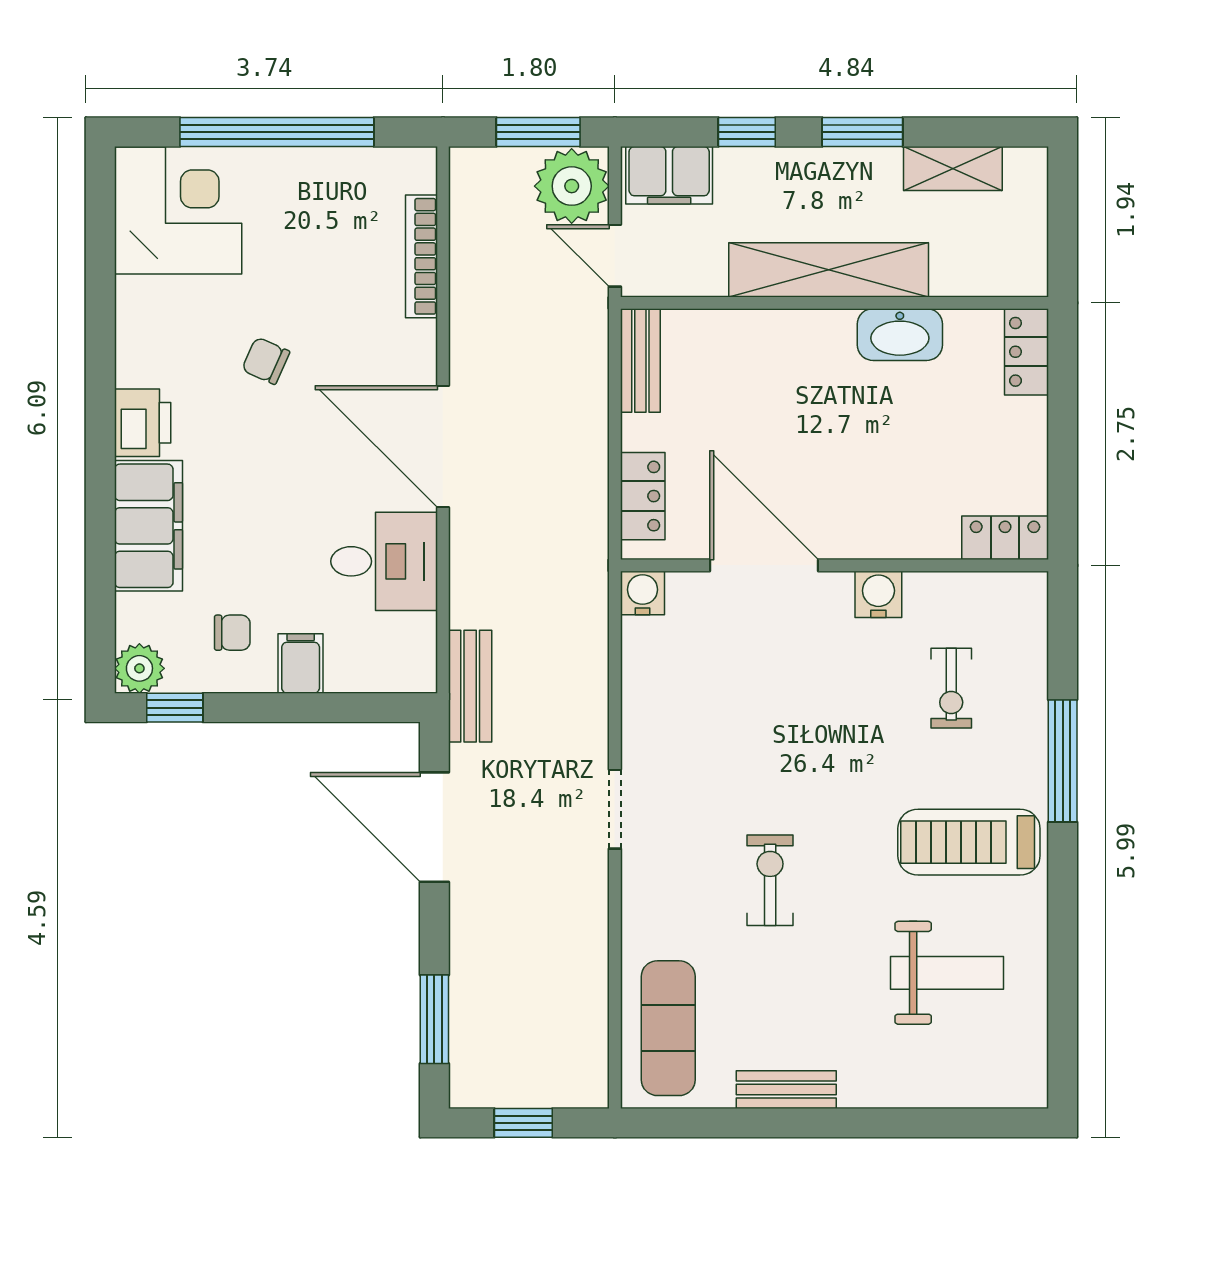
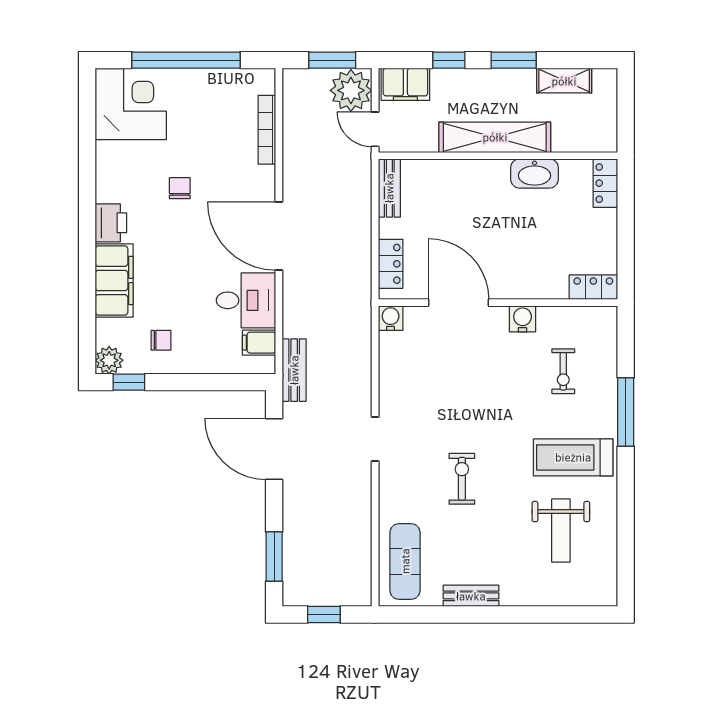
chair: (266, 361) -> (180, 188), turned 66
filing cabinet: (301, 663) -> (259, 343), moved, turned -90
weight bench: (947, 973) -> (561, 531), turned 90

